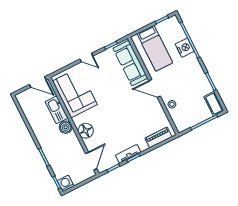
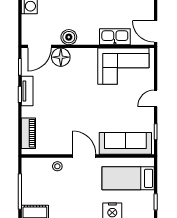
door: (38, 82) -> (156, 31), hinge flipped
door: (155, 88) -> (84, 156), hinge flipped
boiler: (66, 127) -> (69, 37), moved
floor lamp: (86, 131) -> (61, 57), moved
door: (91, 161) -> (40, 46), hinge flipped

